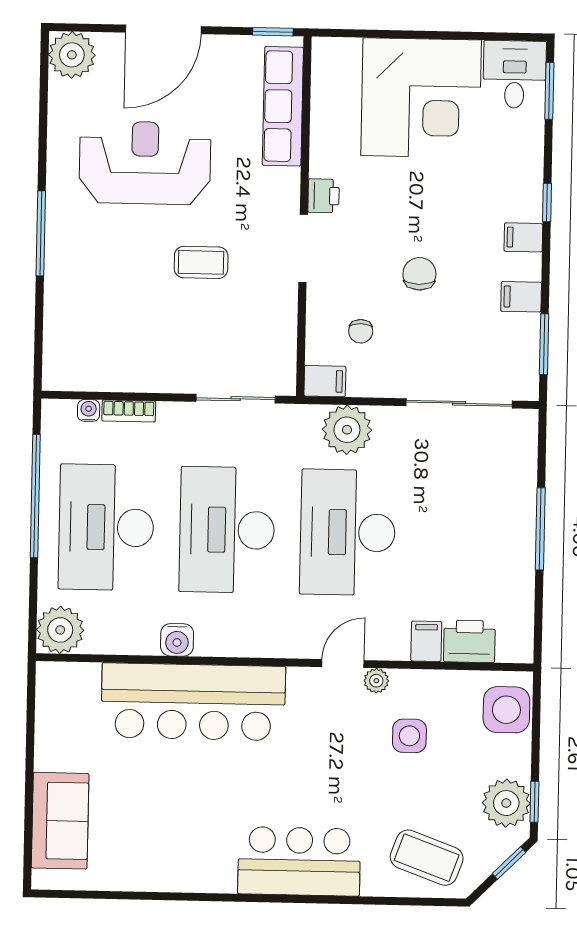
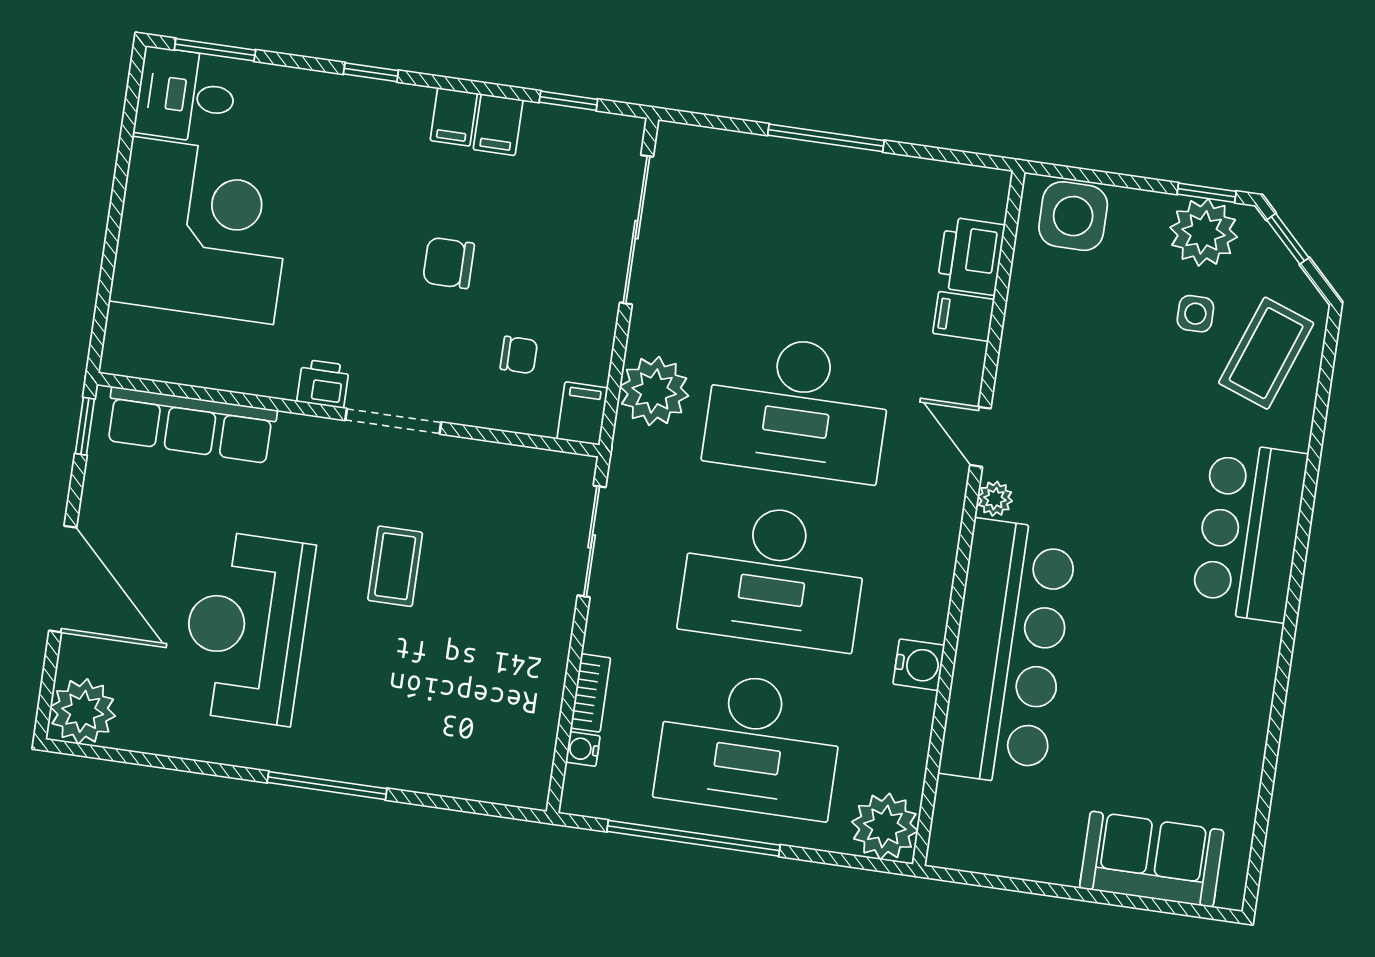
filing cabinet: (523, 237) -> (454, 117), moved
window: (544, 344) -> (568, 101), width x0.67
plant: (376, 681) -> (995, 499), moved
side table: (409, 736) -> (1195, 314), moved, width x0.73, depth x0.73

